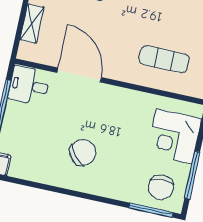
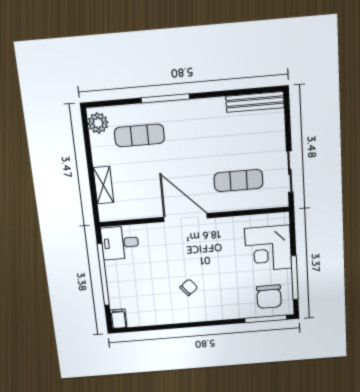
door: (79, 75) -> (185, 218), moved
chair: (83, 152) -> (189, 287), width x0.54, depth x0.54

